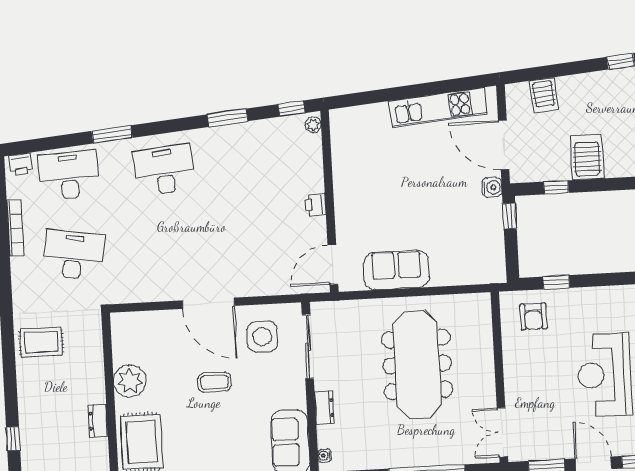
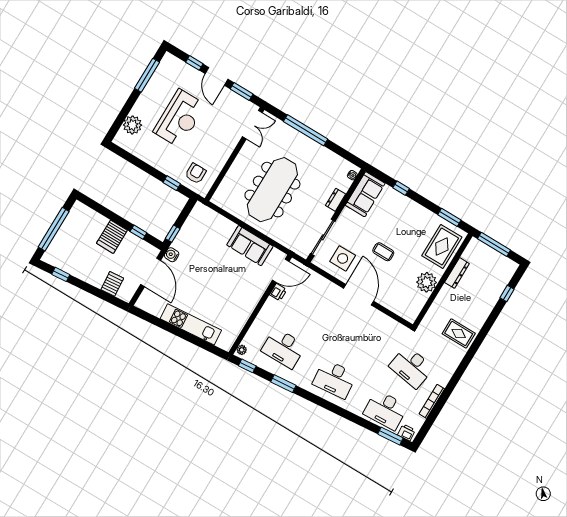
kitchen unit: (438, 108) -> (191, 324), moved
window: (112, 134) -> (390, 436), moved
desk: (260, 165) -> (284, 348), added
printer: (315, 204) -> (278, 292), moved
dresser: (98, 421) -> (457, 273), width x1.44

